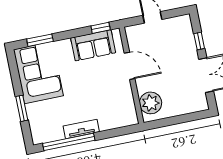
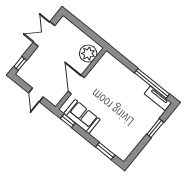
window: (199, 41) -> (20, 63), moved
corner sofa: (38, 73) -> (125, 136), removed
tv unit: (81, 129) -> (158, 98), moved

